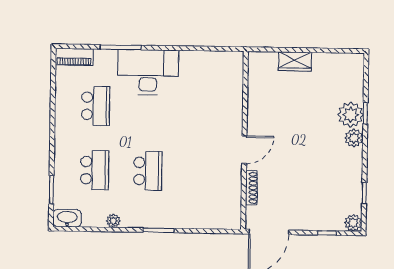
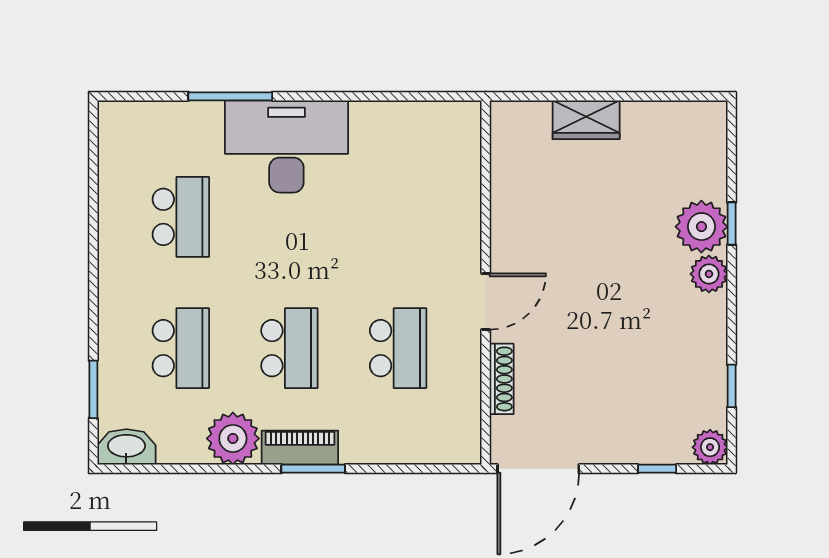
piano: (74, 57) -> (300, 448), moved, turned 180
school desk: (201, 172) -> (398, 348), added
plant: (113, 221) -> (233, 438), width x1.87, depth x1.87

